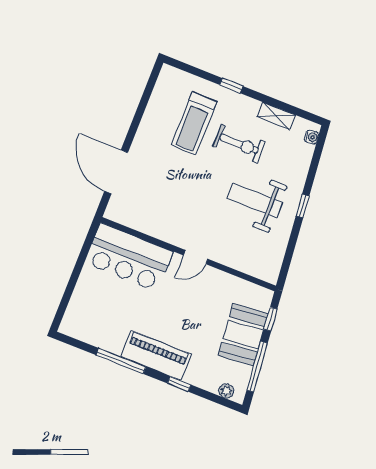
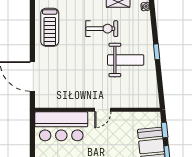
treadmill: (194, 123) -> (50, 27), moved
weight bench: (255, 200) -> (126, 60), turned 180

